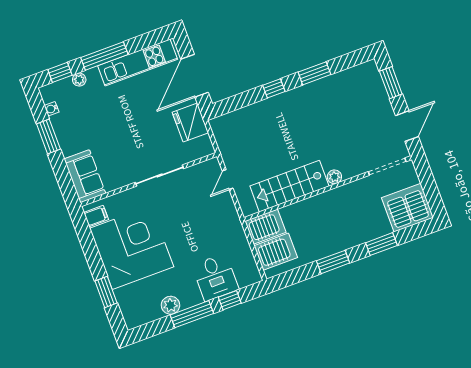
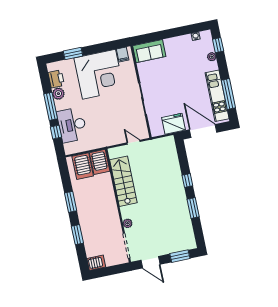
window: (104, 56) -> (228, 94), moved
window: (48, 136) -> (178, 32), removed
plant: (334, 177) -> (128, 223), moved
server rack: (407, 208) -> (96, 263), width x0.46, depth x0.70
desk: (215, 277) -> (72, 125), width x1.37
printer: (149, 312) -> (56, 79), added

